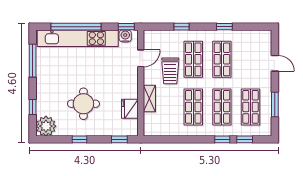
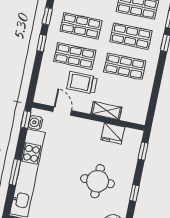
window: (76, 27) -> (15, 172), width x0.47
window: (181, 27) -> (42, 43), moved
trolley: (170, 71) -> (82, 83), turned 180

